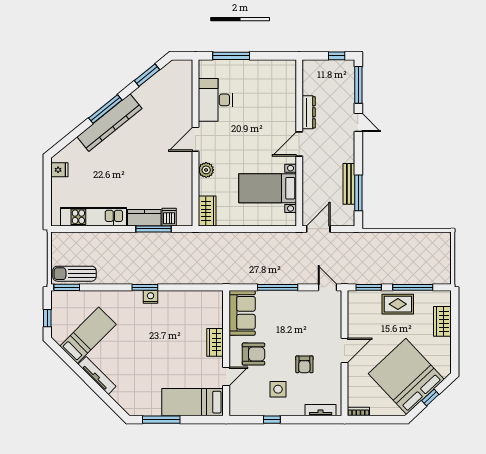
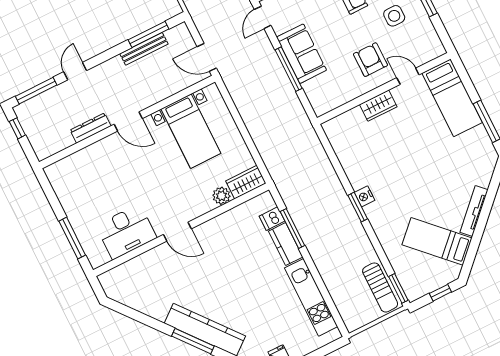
window: (147, 75) -> (136, 315), removed
plant: (206, 170) -> (221, 196), moved
sofa: (242, 313) -> (302, 54), moved, turned 90

